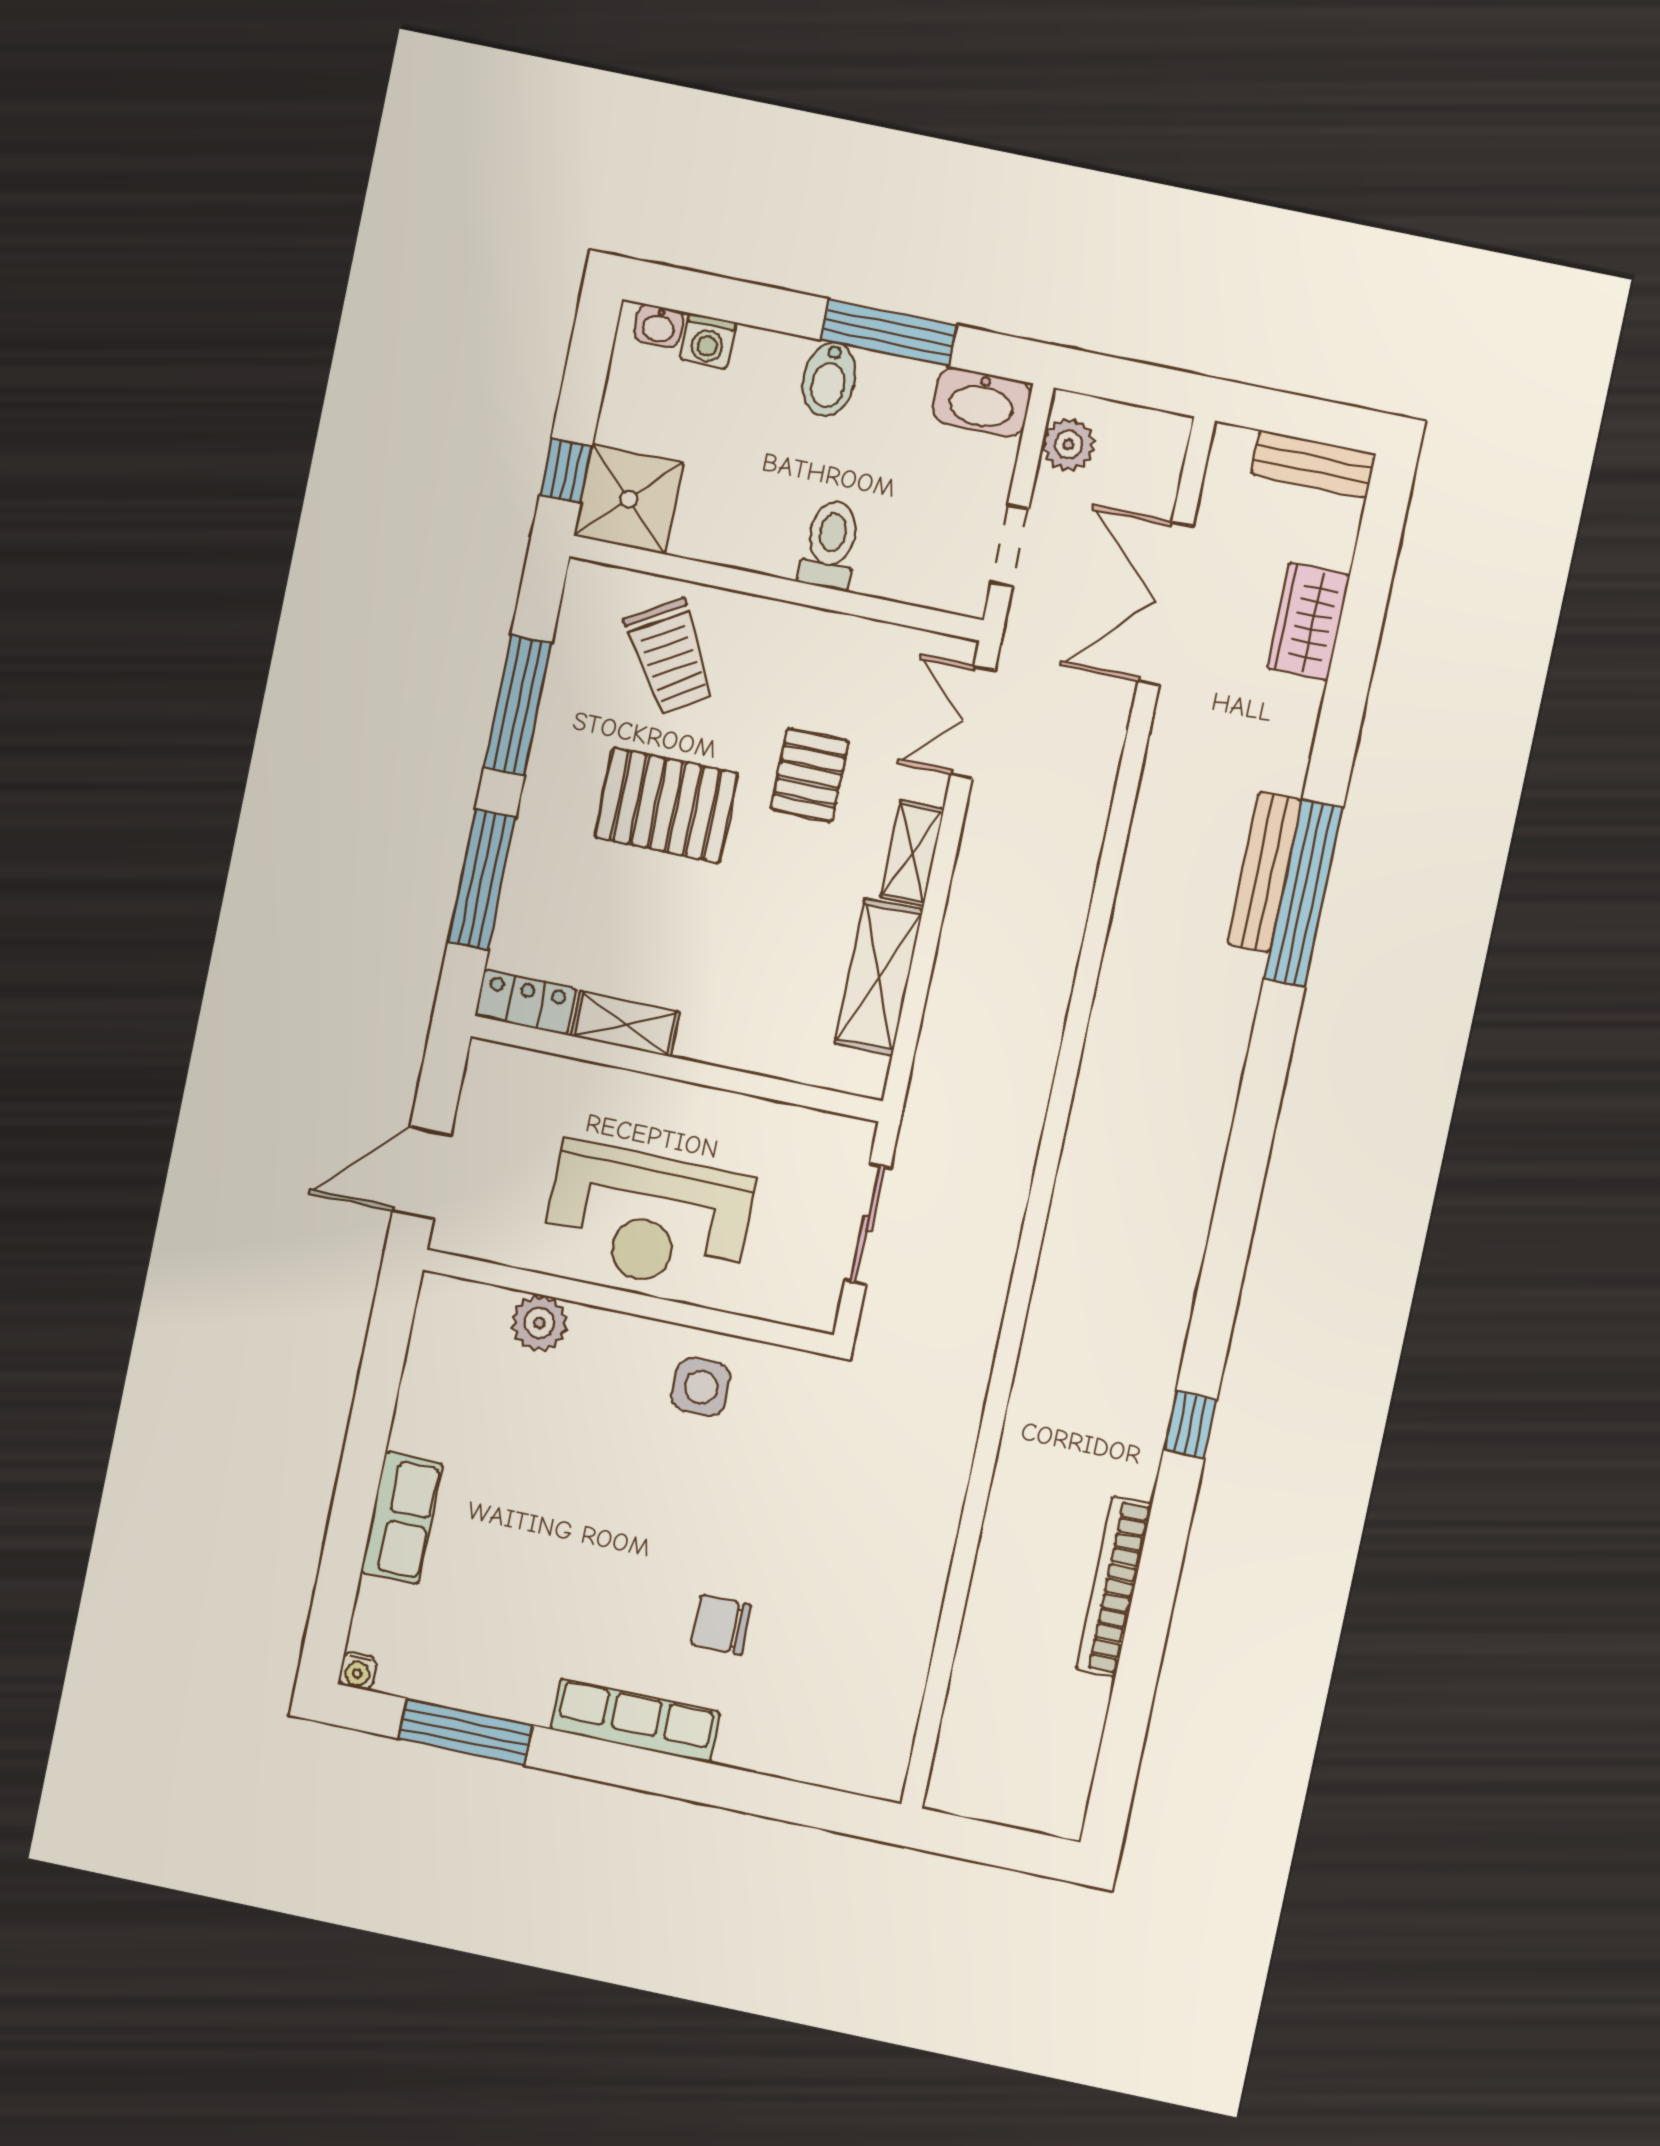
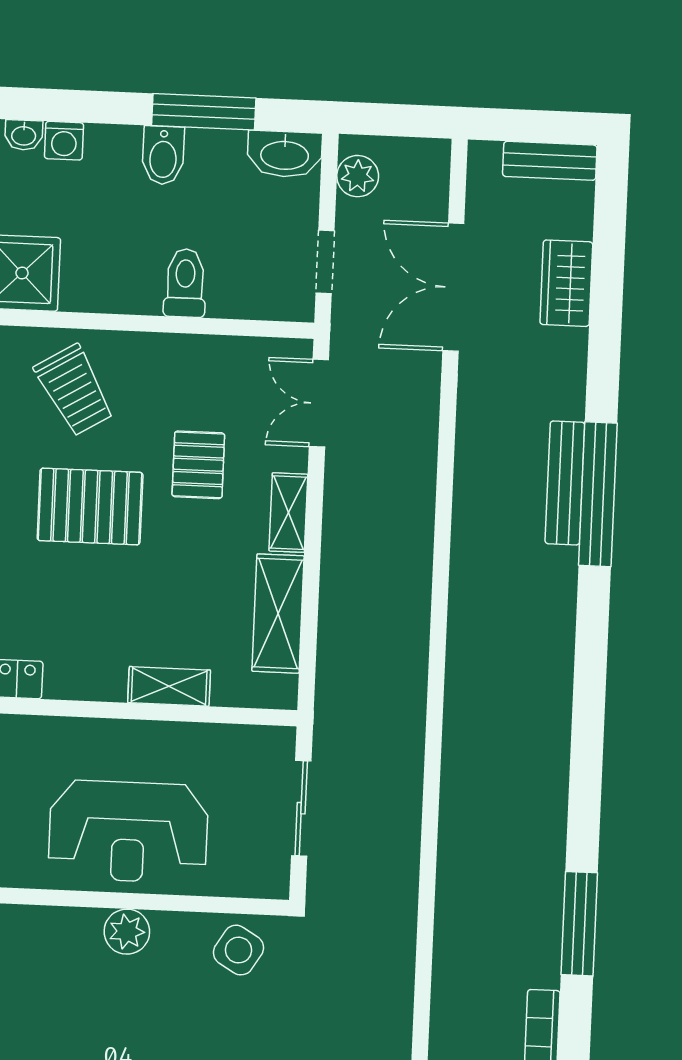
shelving: (625, 1024) -> (169, 686), moved
plant: (539, 1323) -> (127, 932), moved
side table: (701, 1387) -> (238, 950), moved, turned 31
window: (1190, 1425) -> (579, 924), width x2.17

